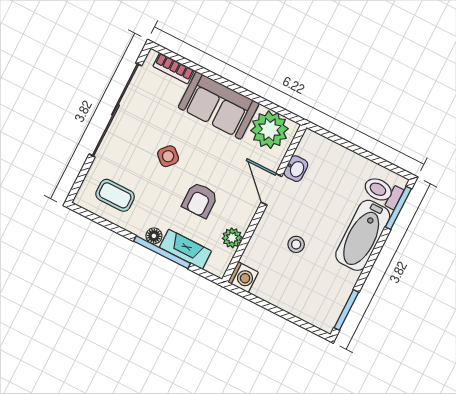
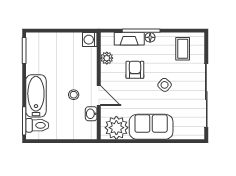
bookcase: (174, 68) -> (186, 135), removed
coffee table: (115, 195) -> (183, 49), turned 90
stool: (296, 244) -> (74, 95), moved

